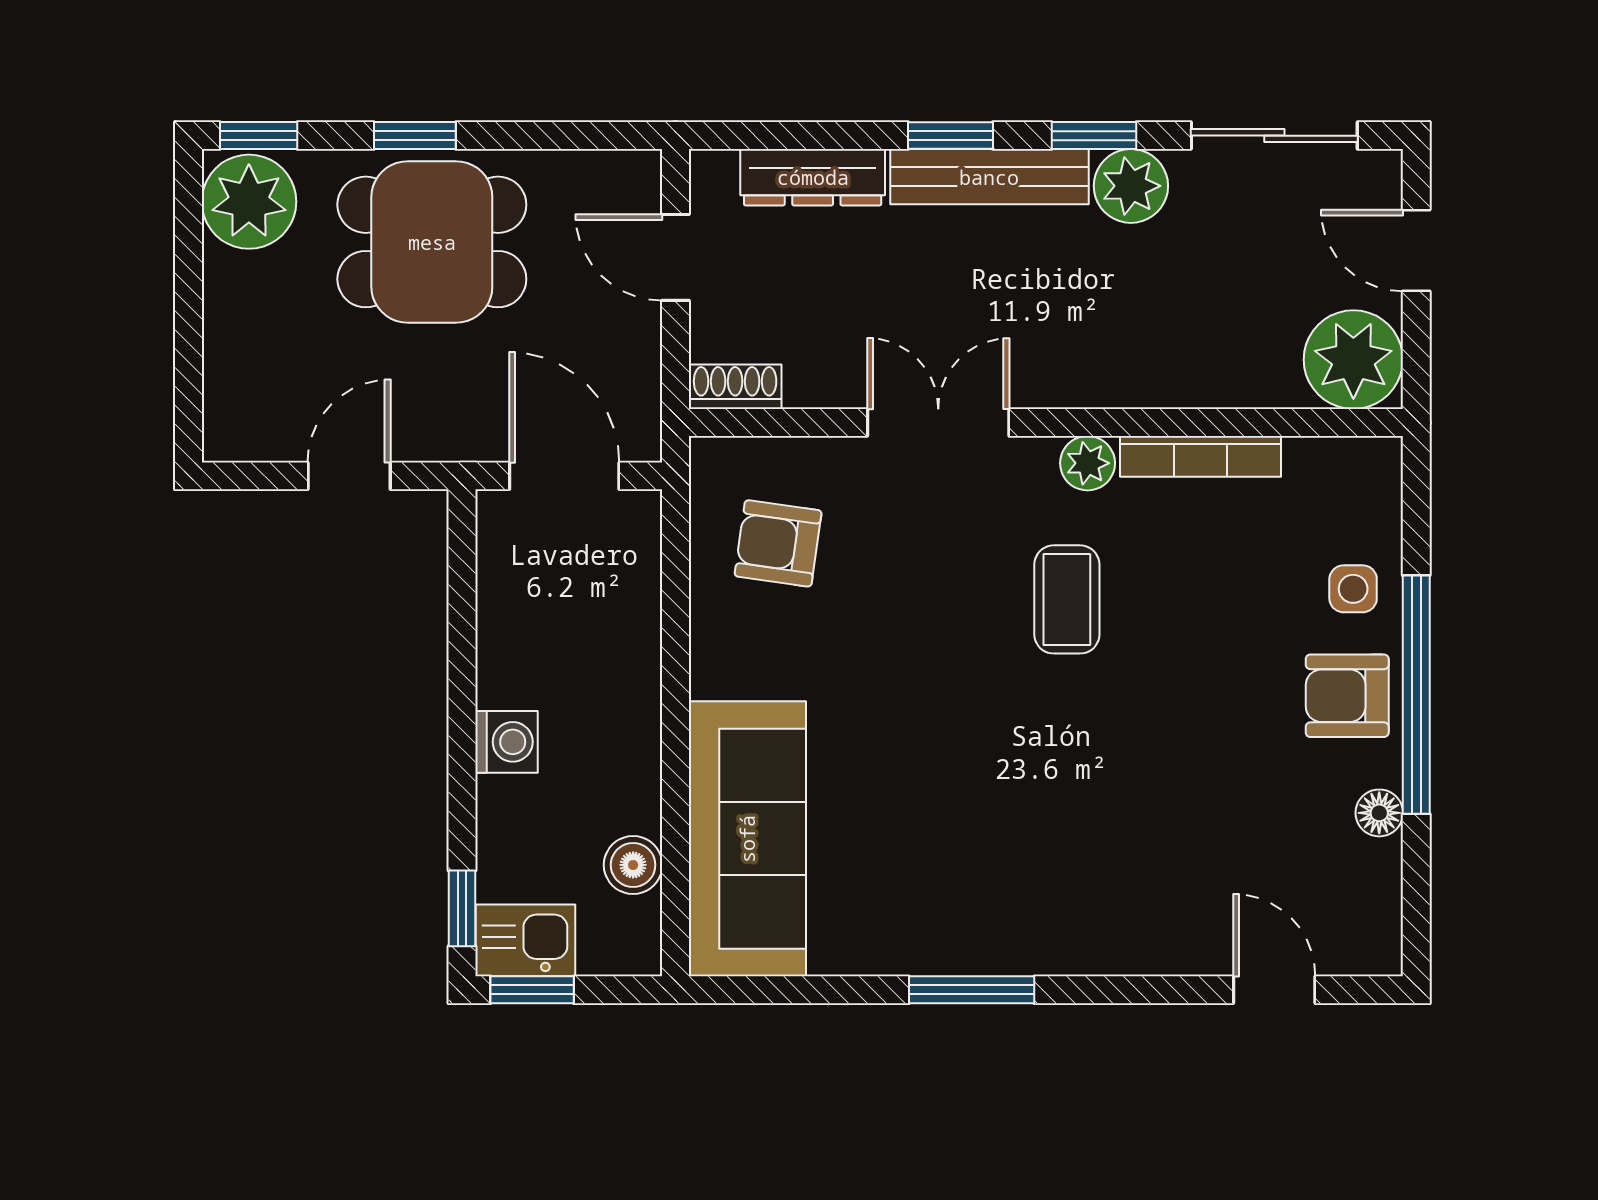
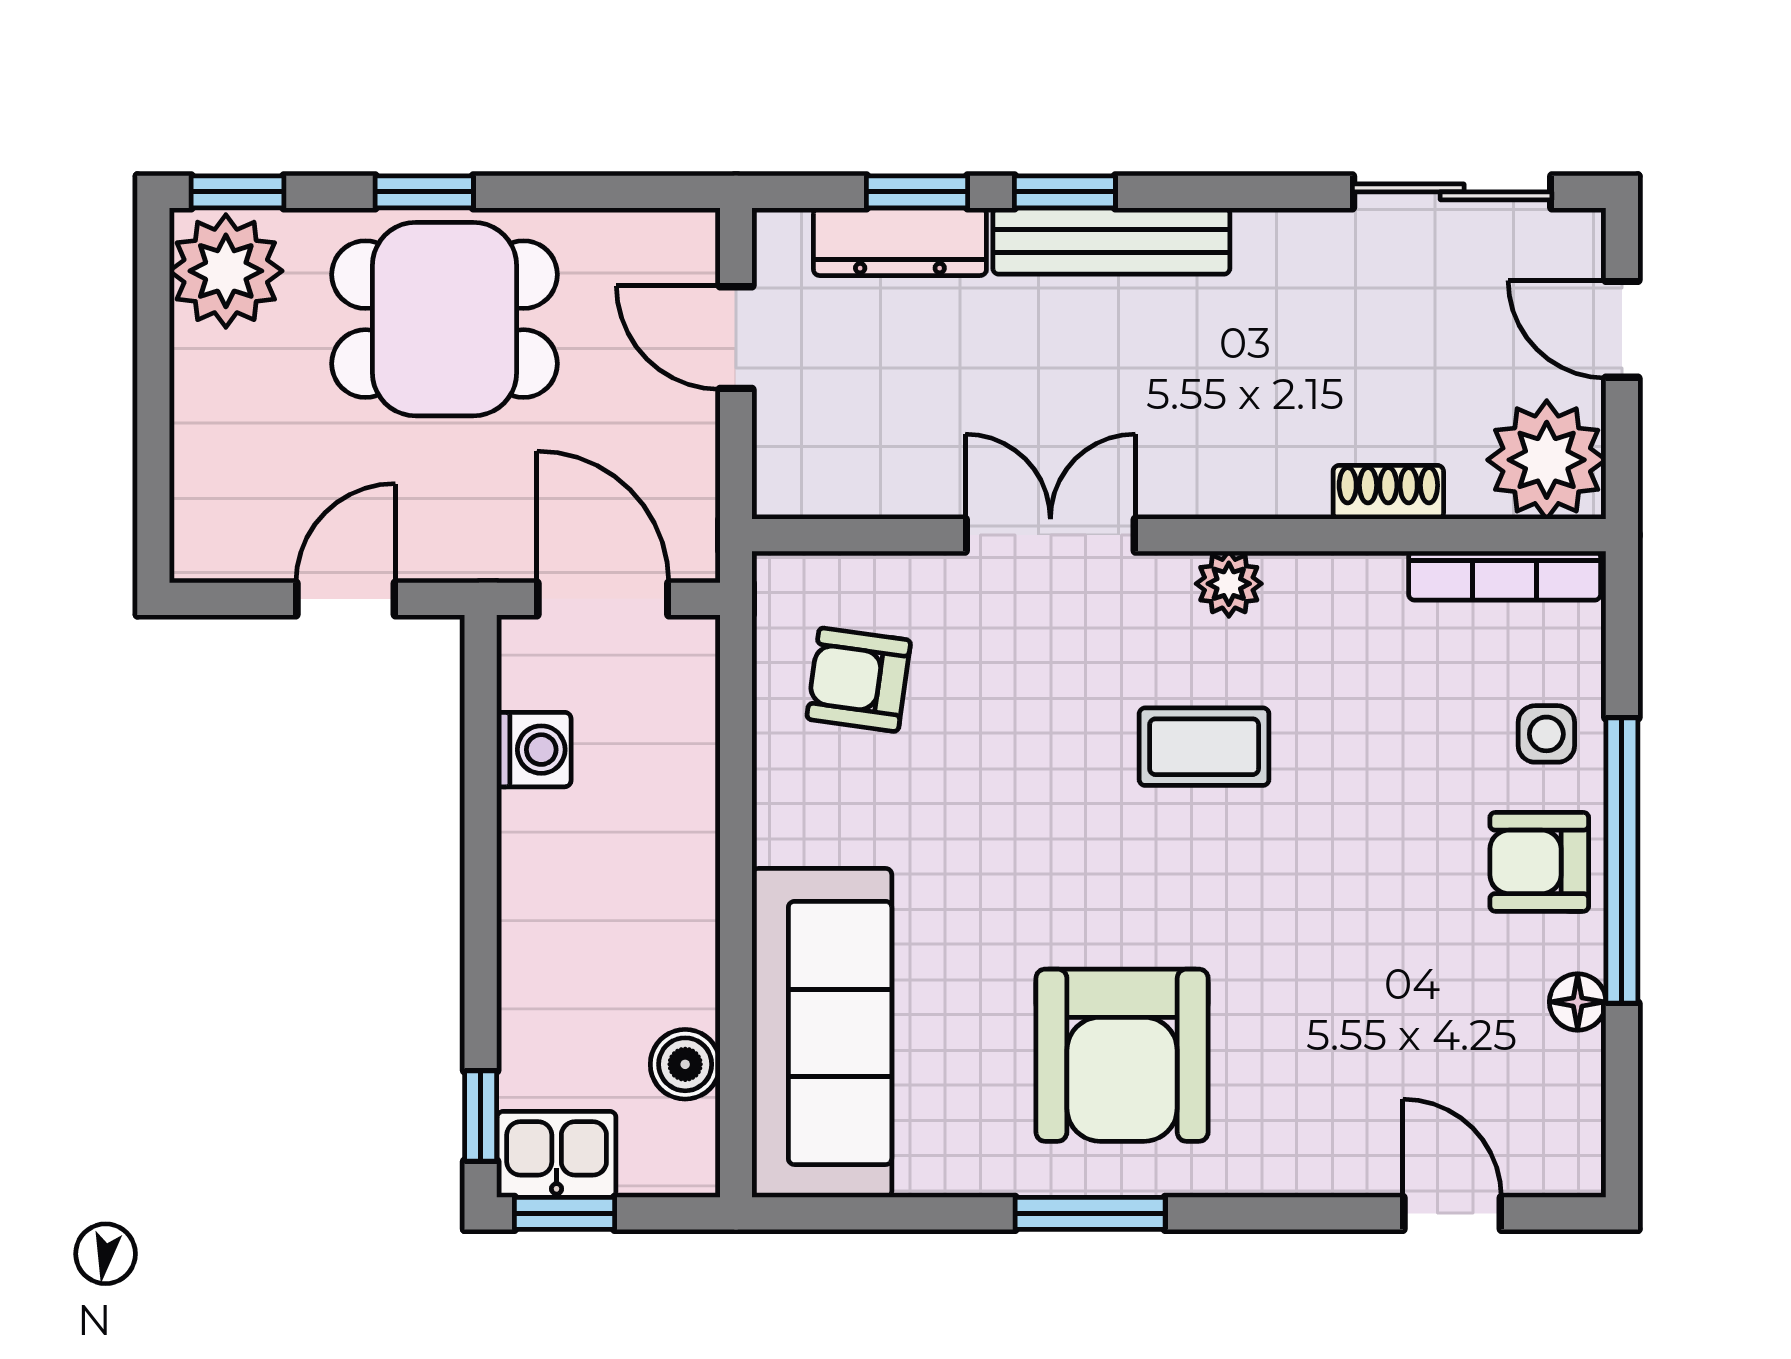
window: (1094, 136) -> (917, 192), moved
plant: (1131, 186) -> (1281, 252), removed
shoe rack: (735, 387) -> (1388, 492), moved
bookcase: (1201, 456) -> (1505, 576), moved
coffee table: (1067, 599) -> (1204, 747), turned 90
washing machine: (506, 742) -> (534, 750), moved
armchair: (998, 857) -> (1122, 1055), added

